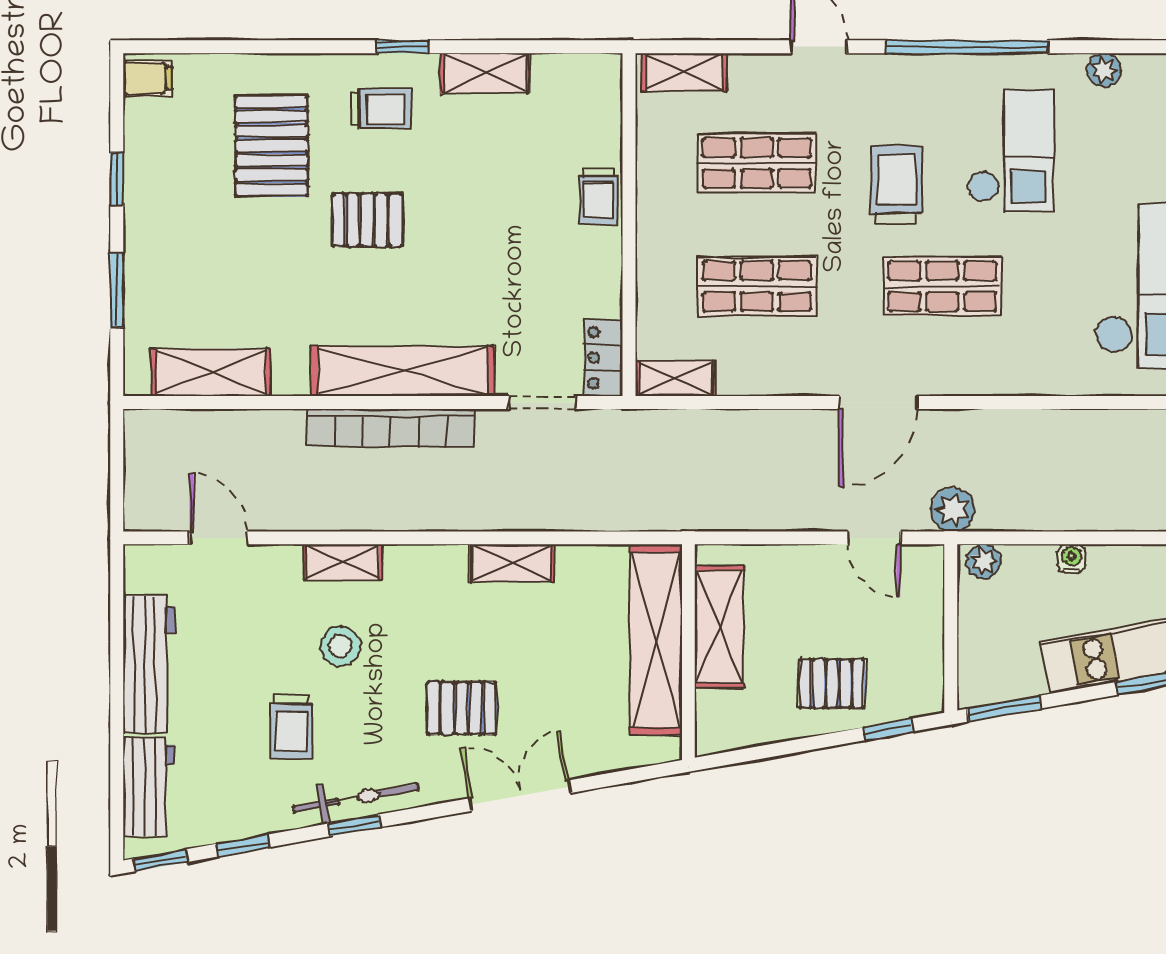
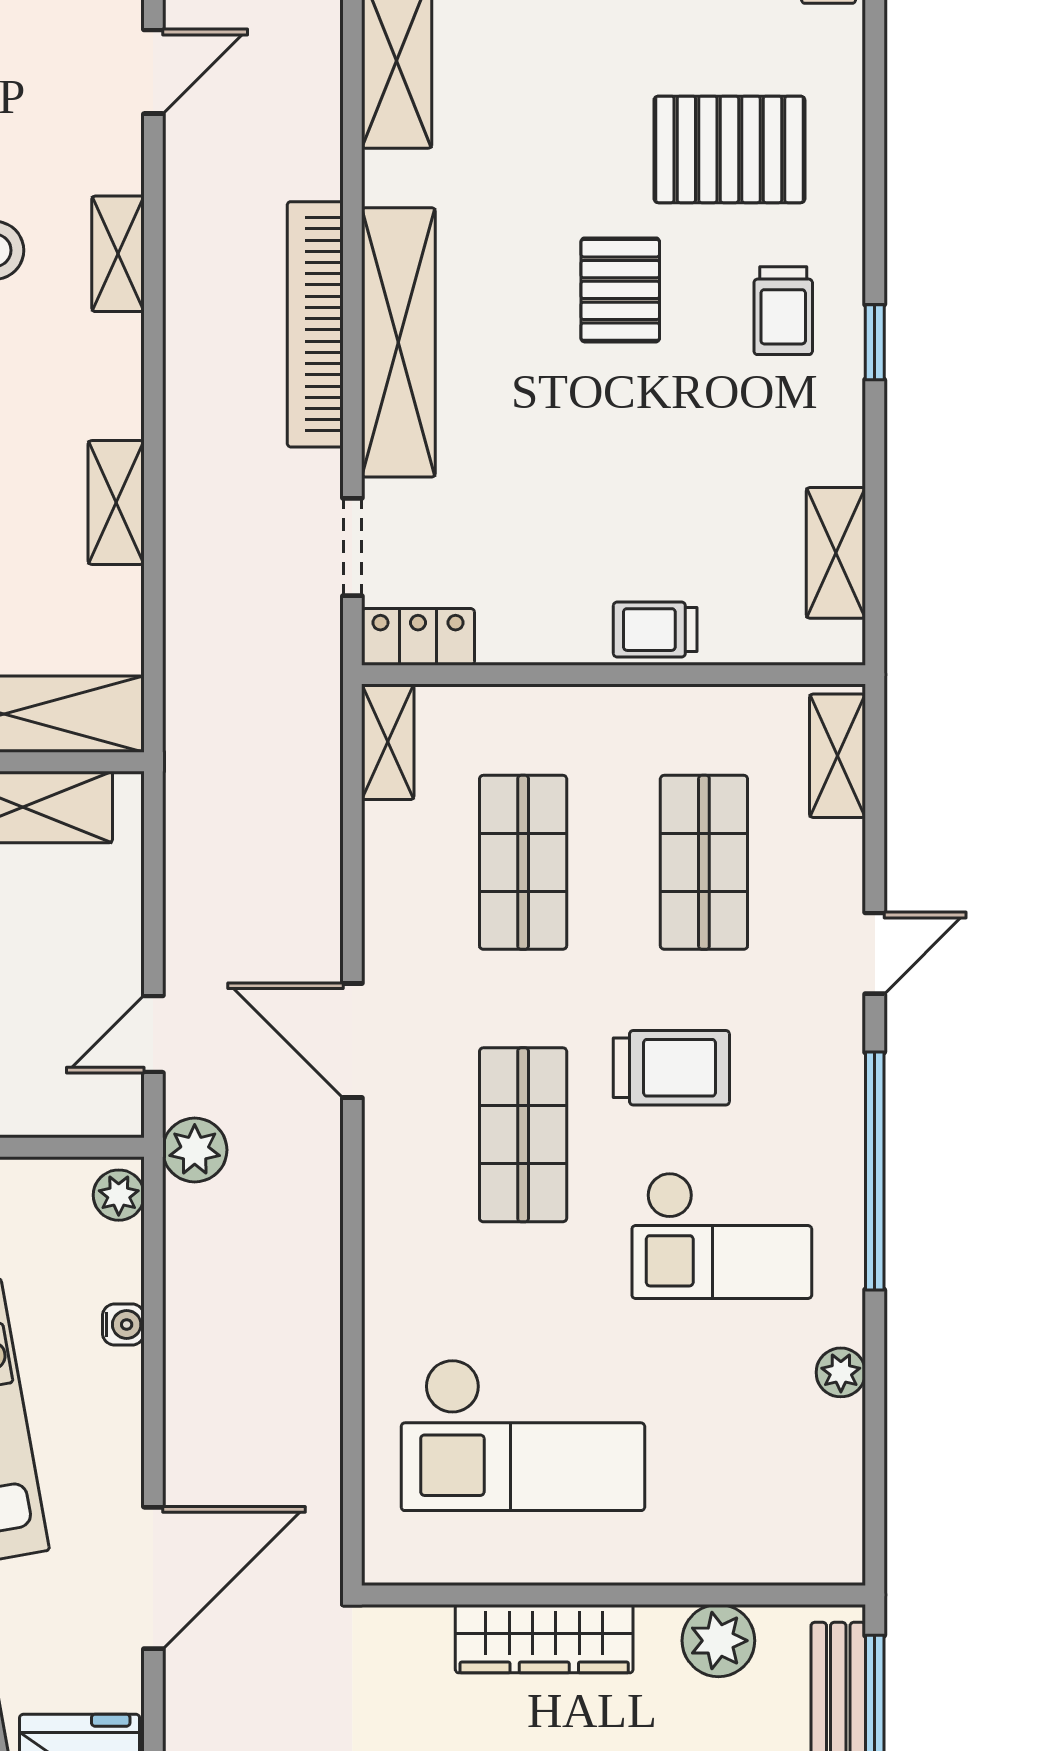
shelving: (485, 73) -> (836, 553), moved

